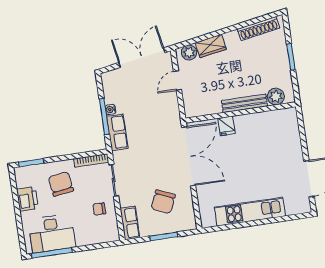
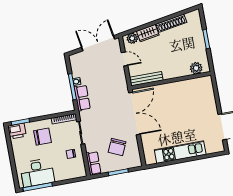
shoe rack: (259, 29) -> (171, 23), moved
door: (177, 81) -> (125, 59), swing flipped
bench: (244, 103) -> (146, 79), moved
fridge: (226, 126) -> (161, 91), removed
chair: (61, 184) -> (42, 137), turned 98
printer: (27, 199) -> (17, 131), moved, turned 90

